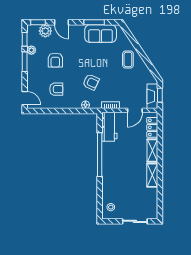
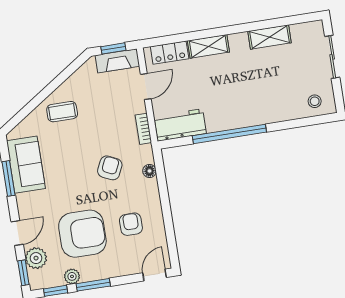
armchair: (55, 60) -> (82, 234), width x1.88, depth x1.88
door: (135, 110) -> (146, 87), hinge flipped
shelving: (152, 175) -> (270, 37), moved

